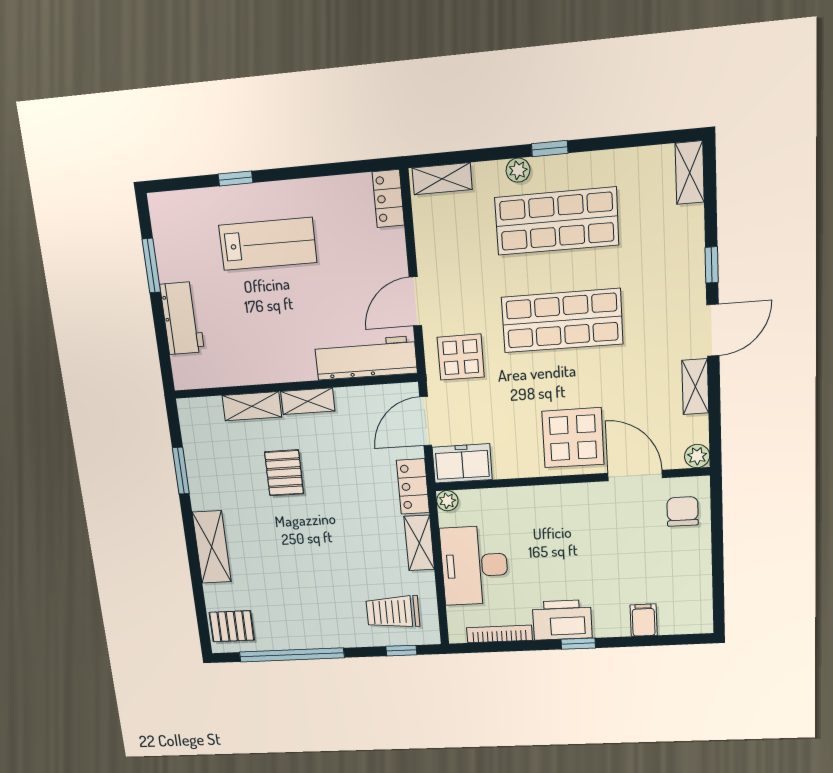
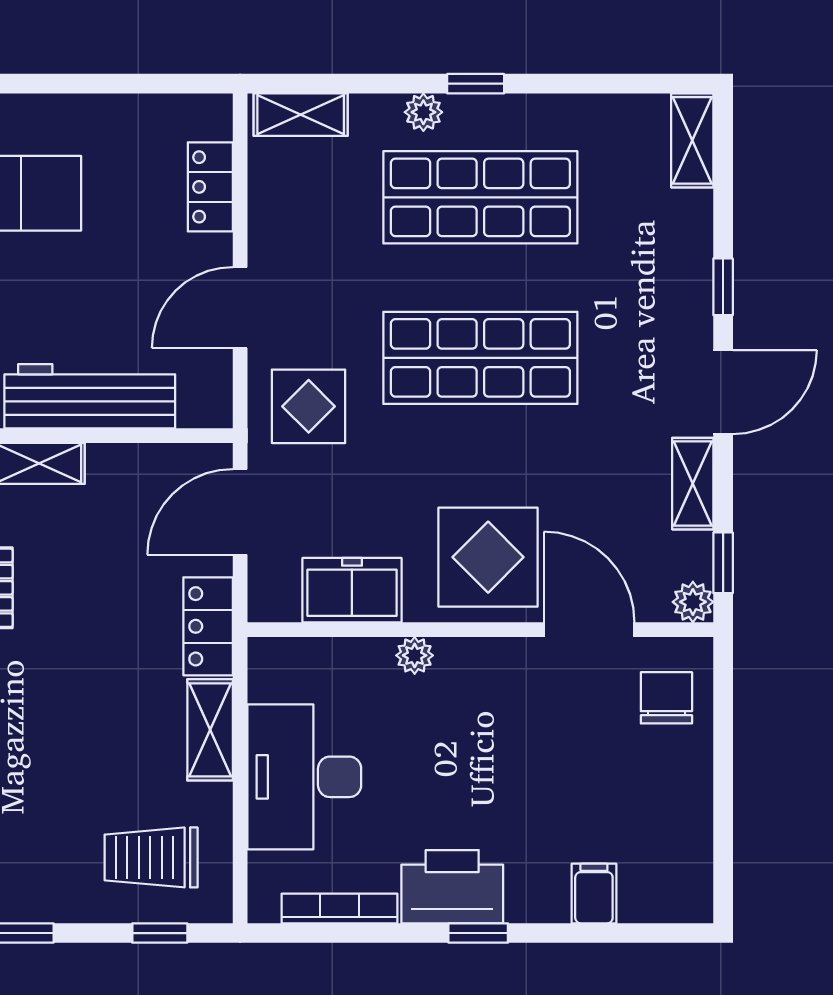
locker: (388, 199) -> (210, 187), moved
workbench: (366, 358) -> (90, 396), moved
window: (715, 432) -> (723, 563), added
freezer: (462, 463) -> (352, 590), moved
plant: (447, 501) -> (415, 655), moved

